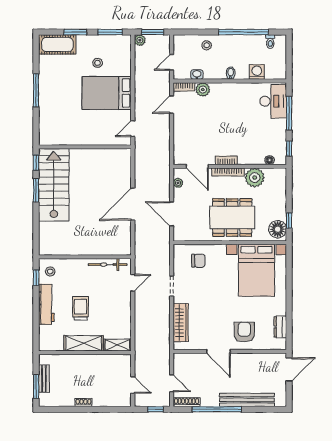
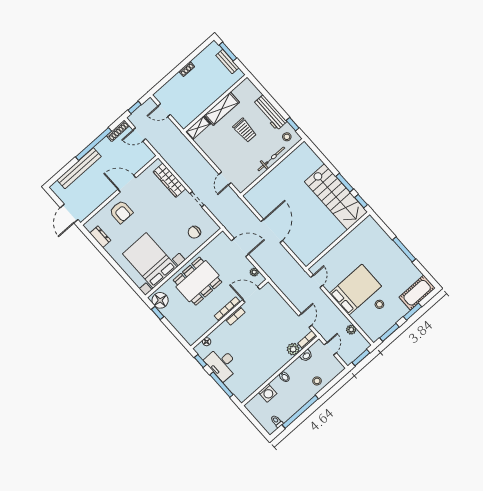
plant: (140, 40) -> (351, 330), moved
desk: (273, 101) -> (222, 364), moved
plant: (255, 178) -> (206, 321), removed
bicycle: (108, 265) -> (271, 159), moved

